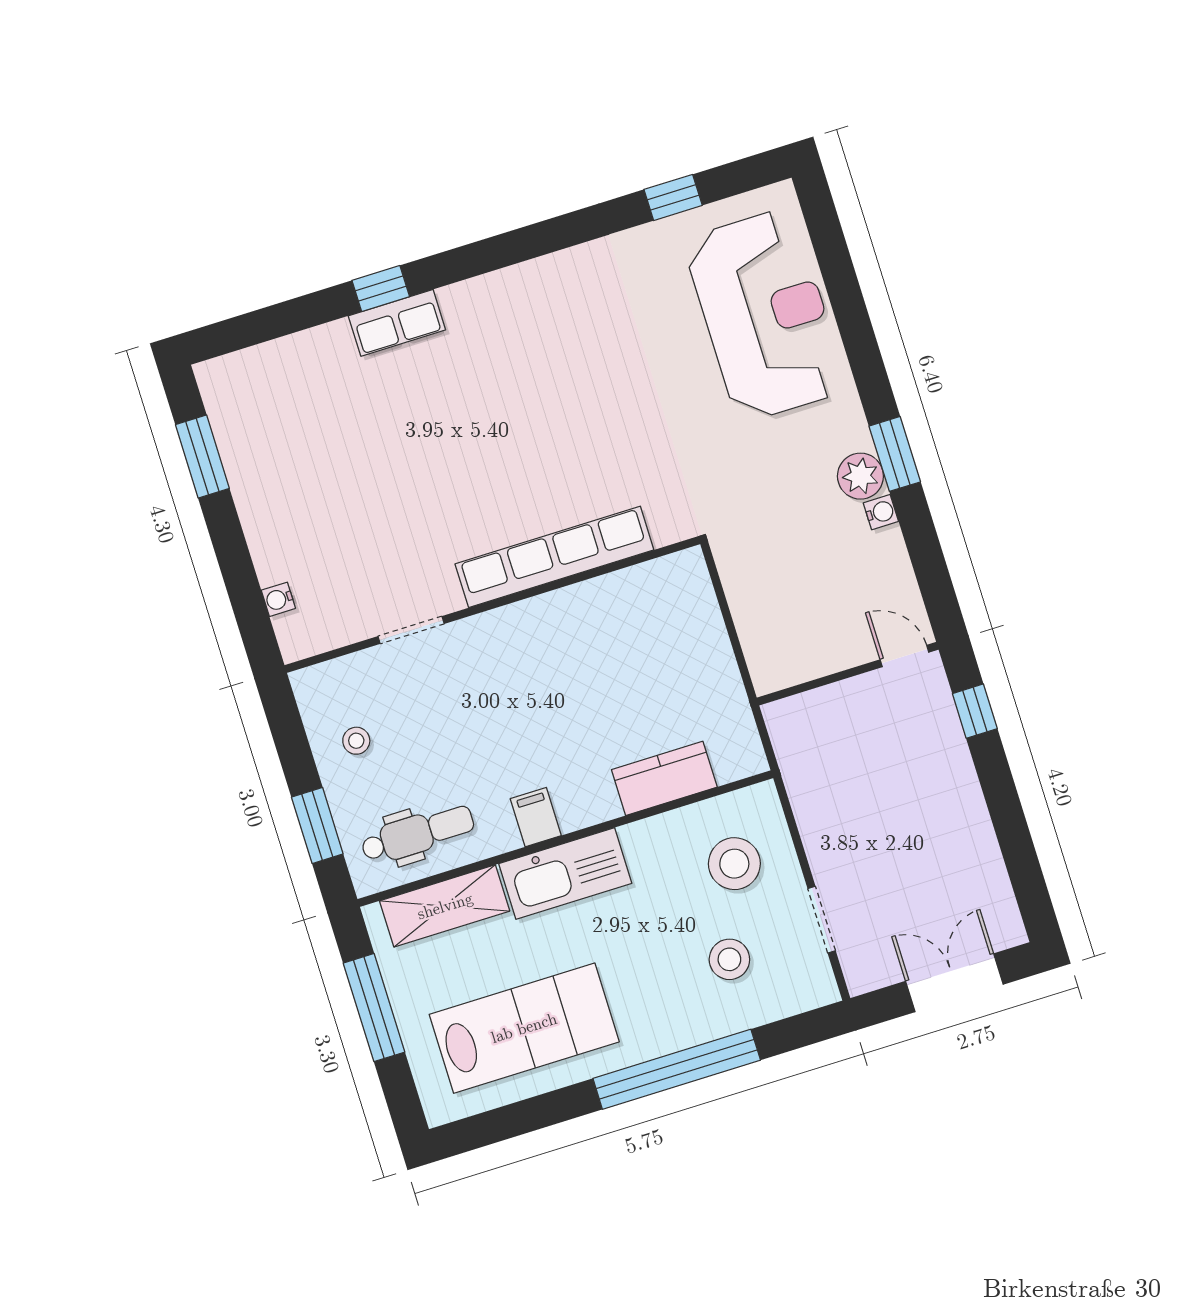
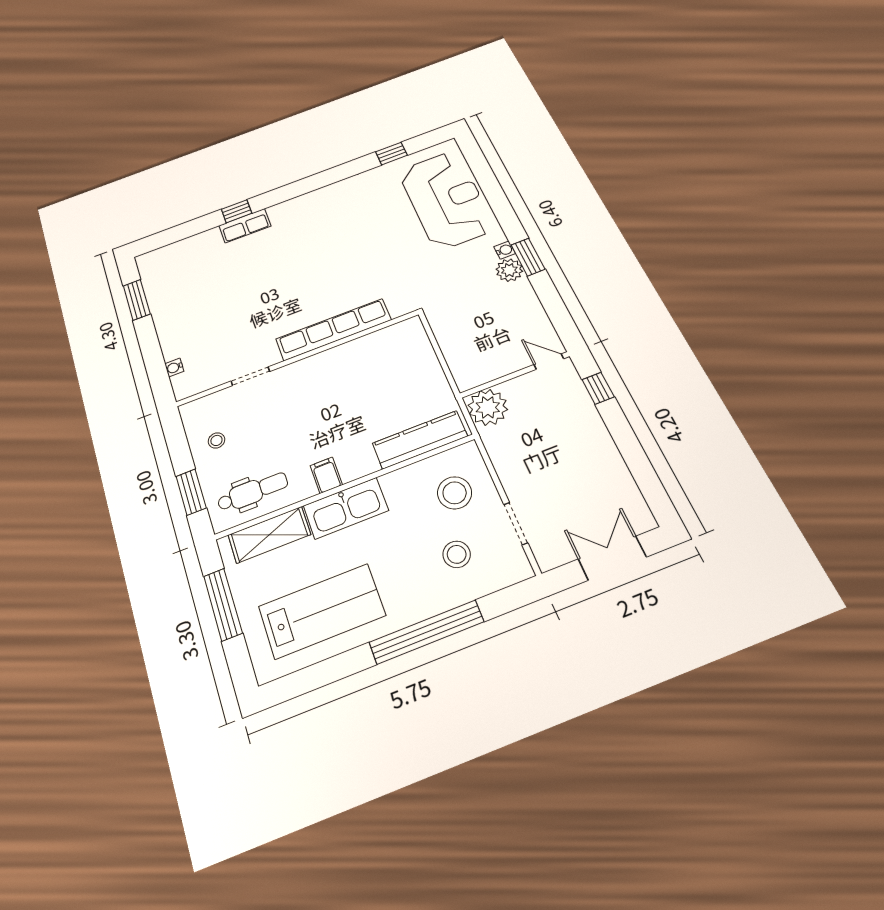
water cooler: (881, 512) -> (505, 250), moved
plant: (799, 726) -> (488, 407), added
kitchen counter: (664, 778) -> (420, 440), width x1.50

